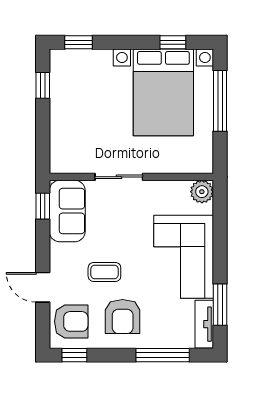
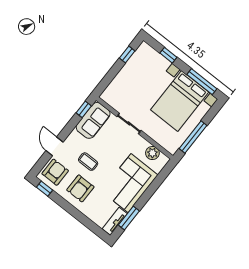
window: (79, 42) -> (168, 55), moved
window: (173, 42) -> (202, 82), width x2.17
window: (220, 101) -> (193, 137), moved
plant: (202, 192) -> (152, 153), moved
armchair: (71, 321) -> (55, 172), turned -90
window: (163, 355) -> (85, 220), removed

